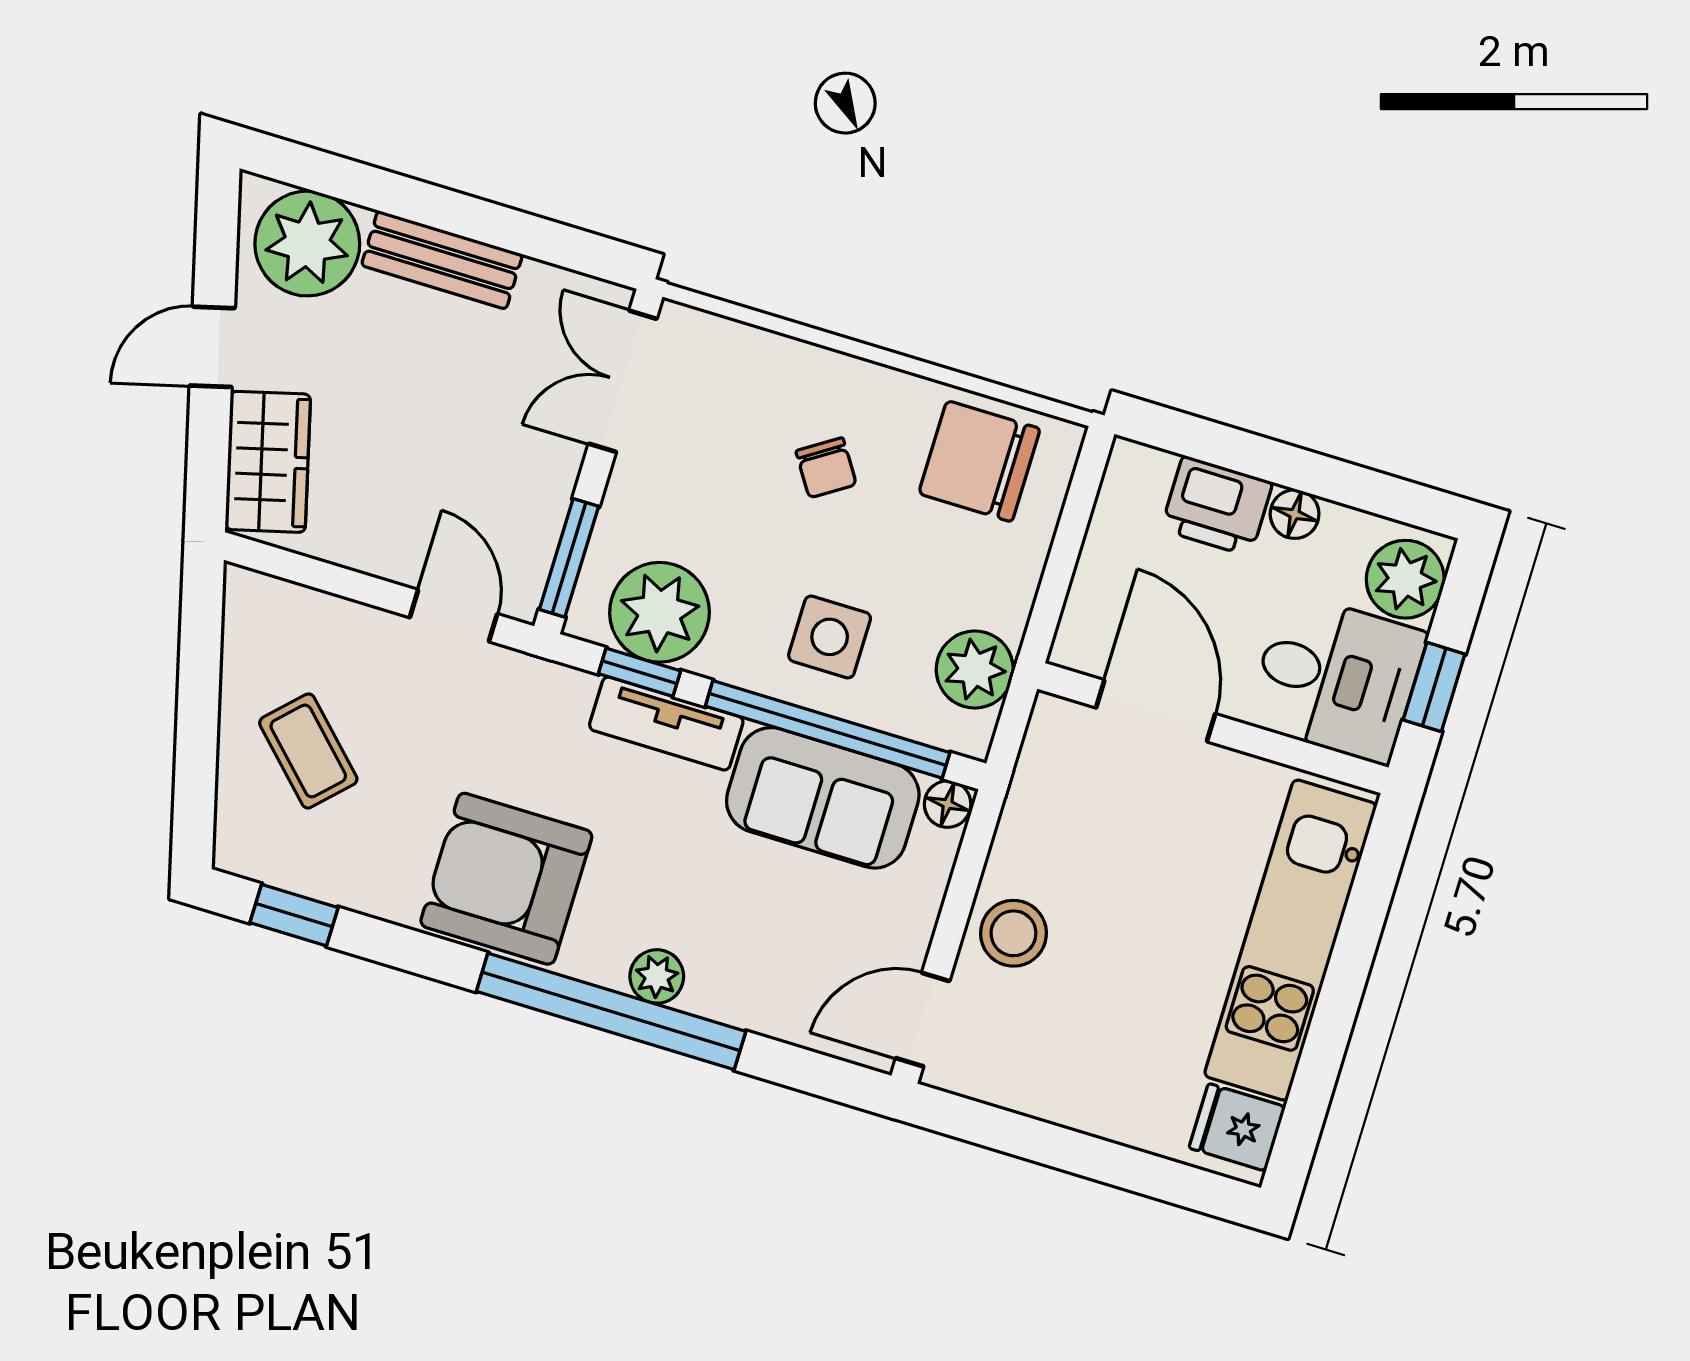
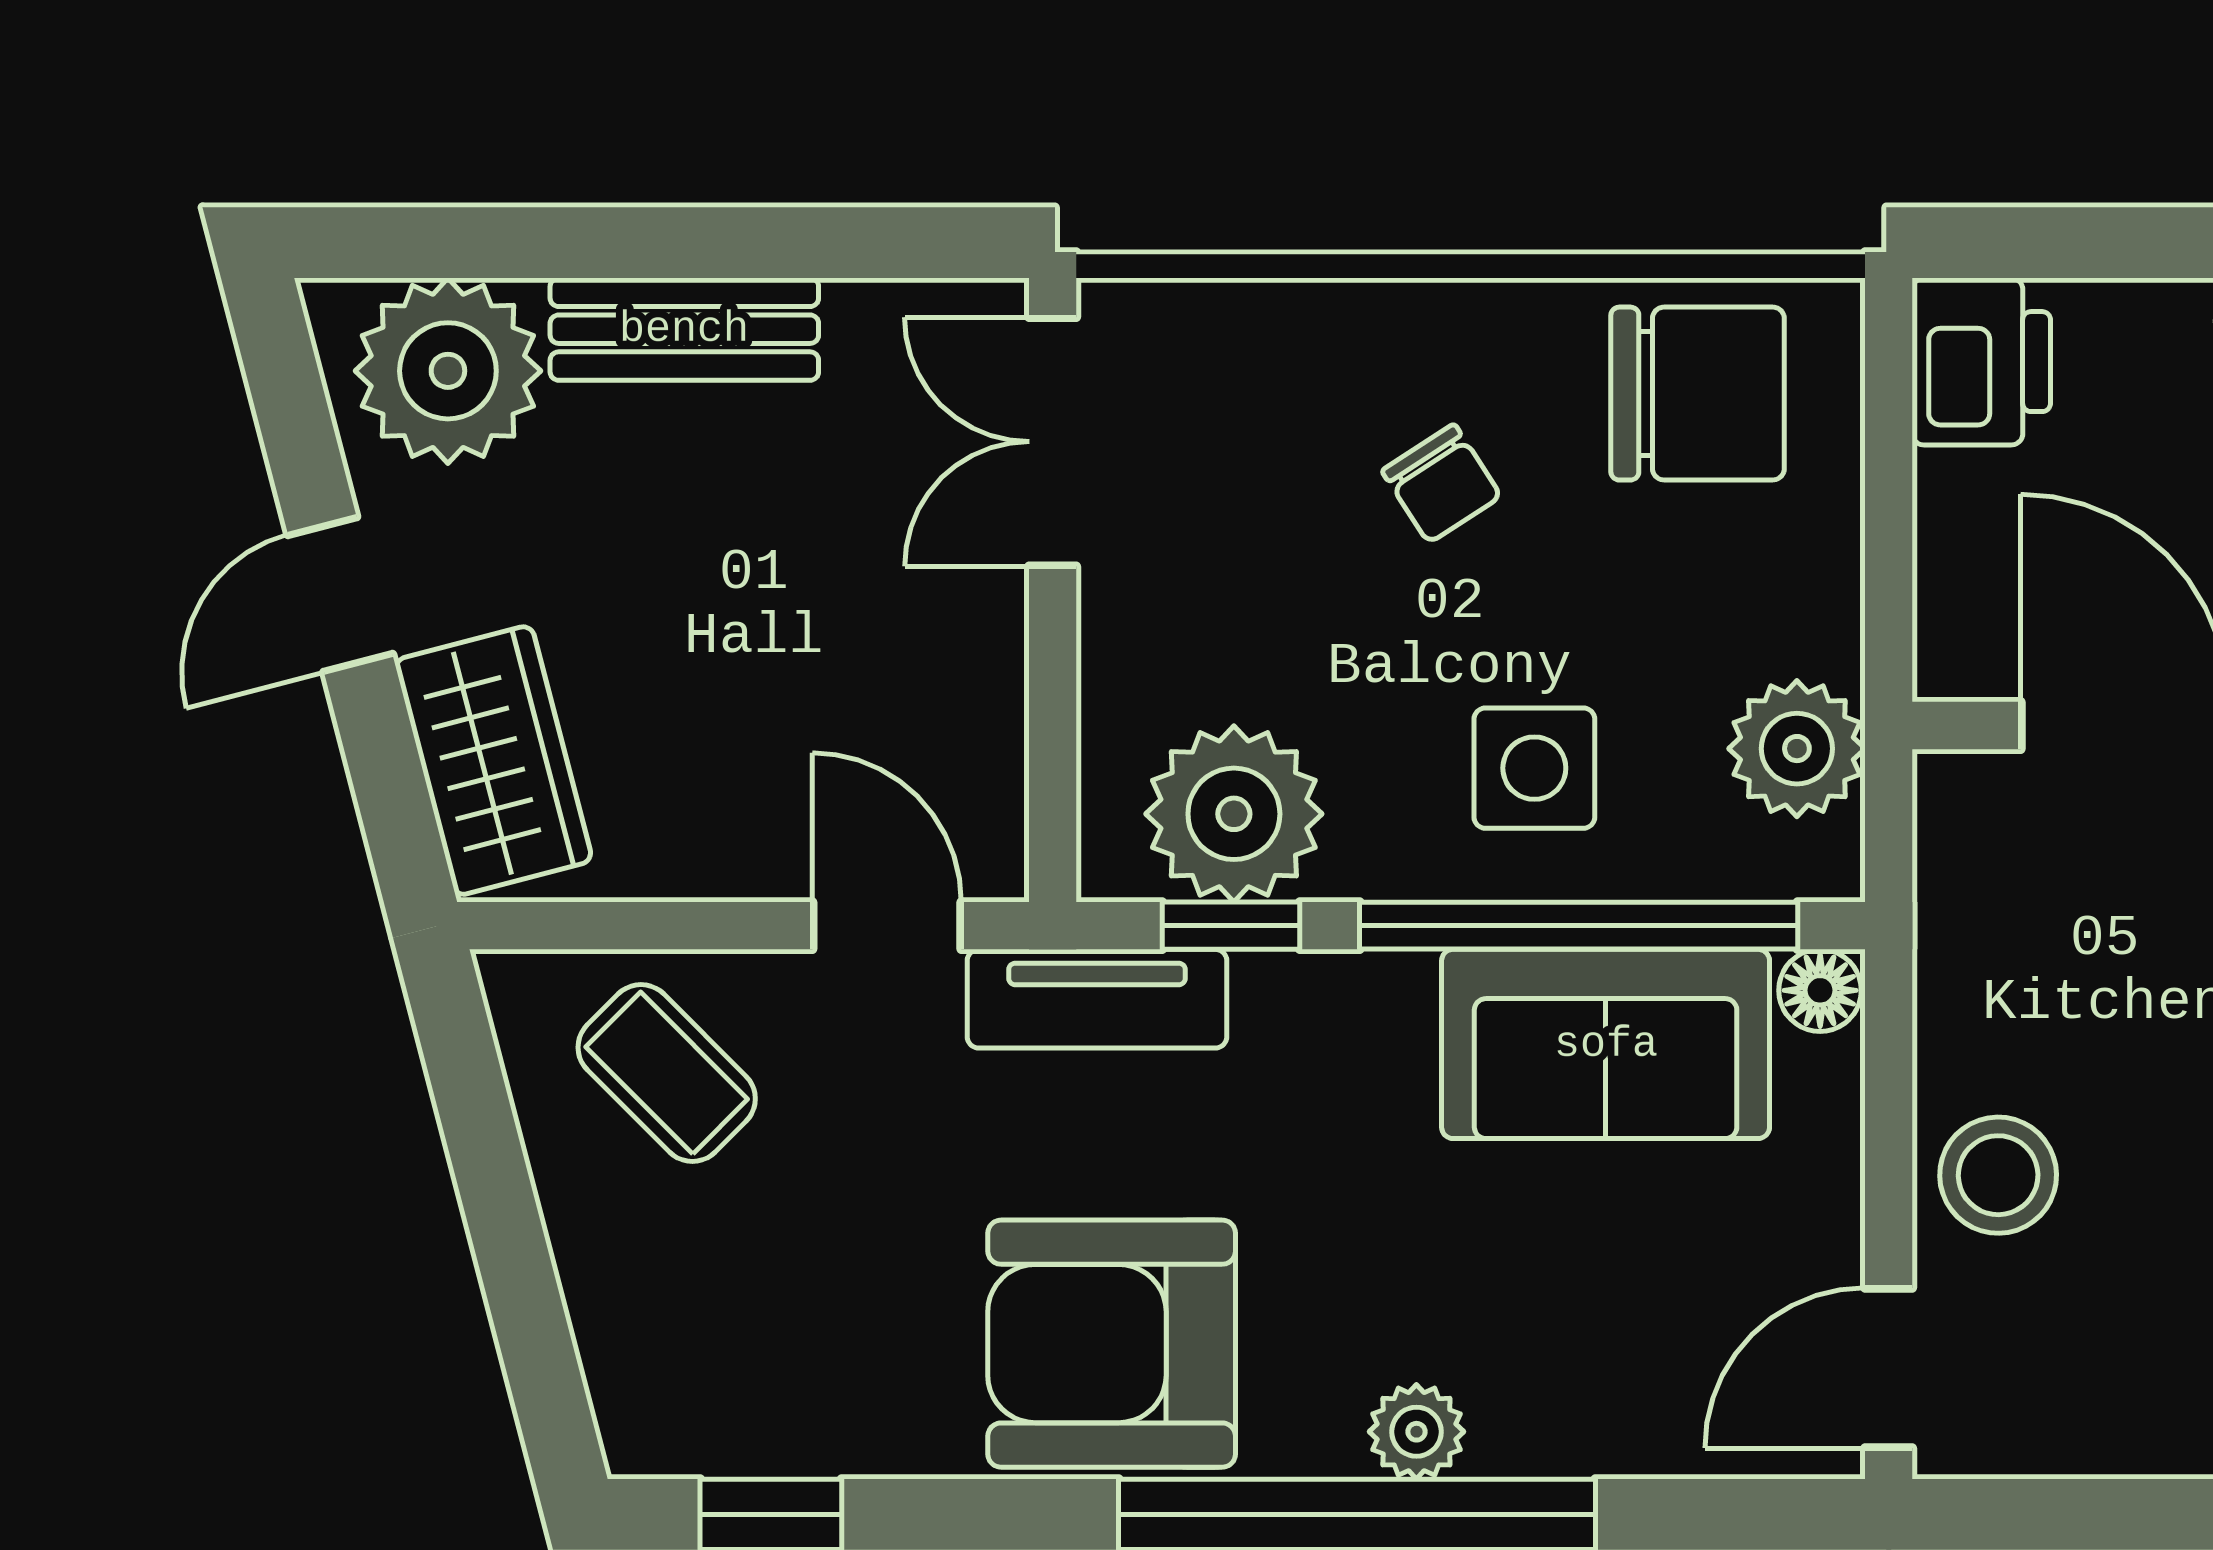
chair: (979, 461) -> (1698, 394), turned 180
printer: (1217, 506) -> (1981, 362), moved, turned -90
window: (569, 558) -> (1053, 768), removed
tv unit: (666, 724) -> (1097, 999), moved
coffee table: (308, 751) -> (667, 1073), moved

